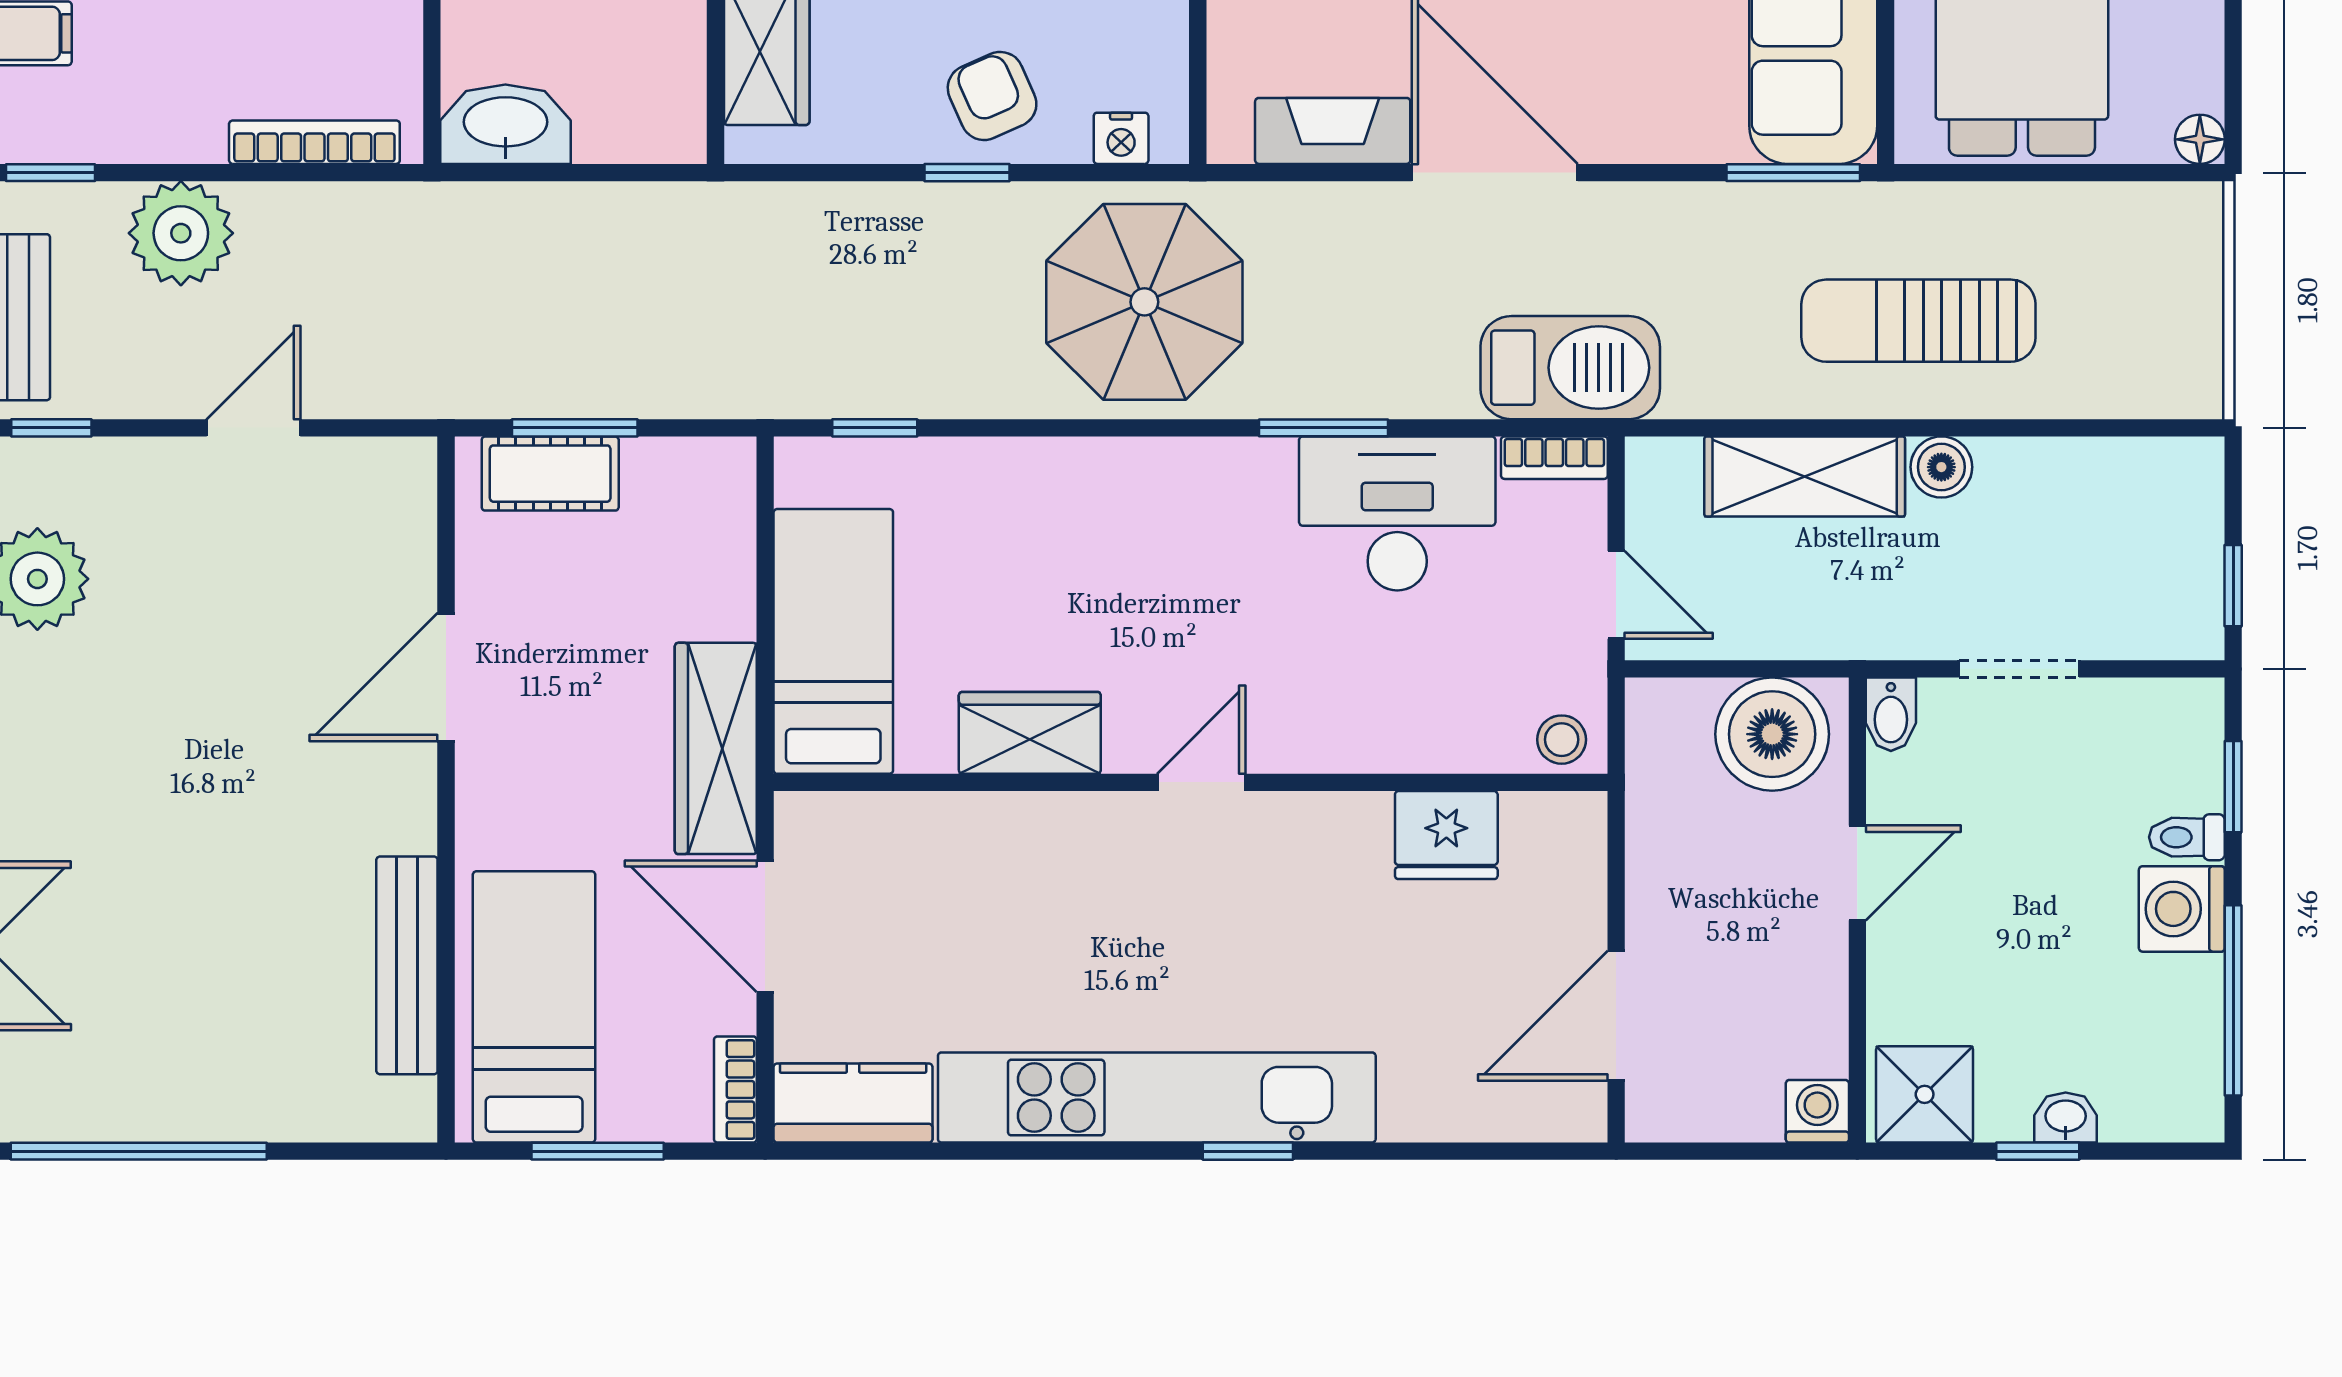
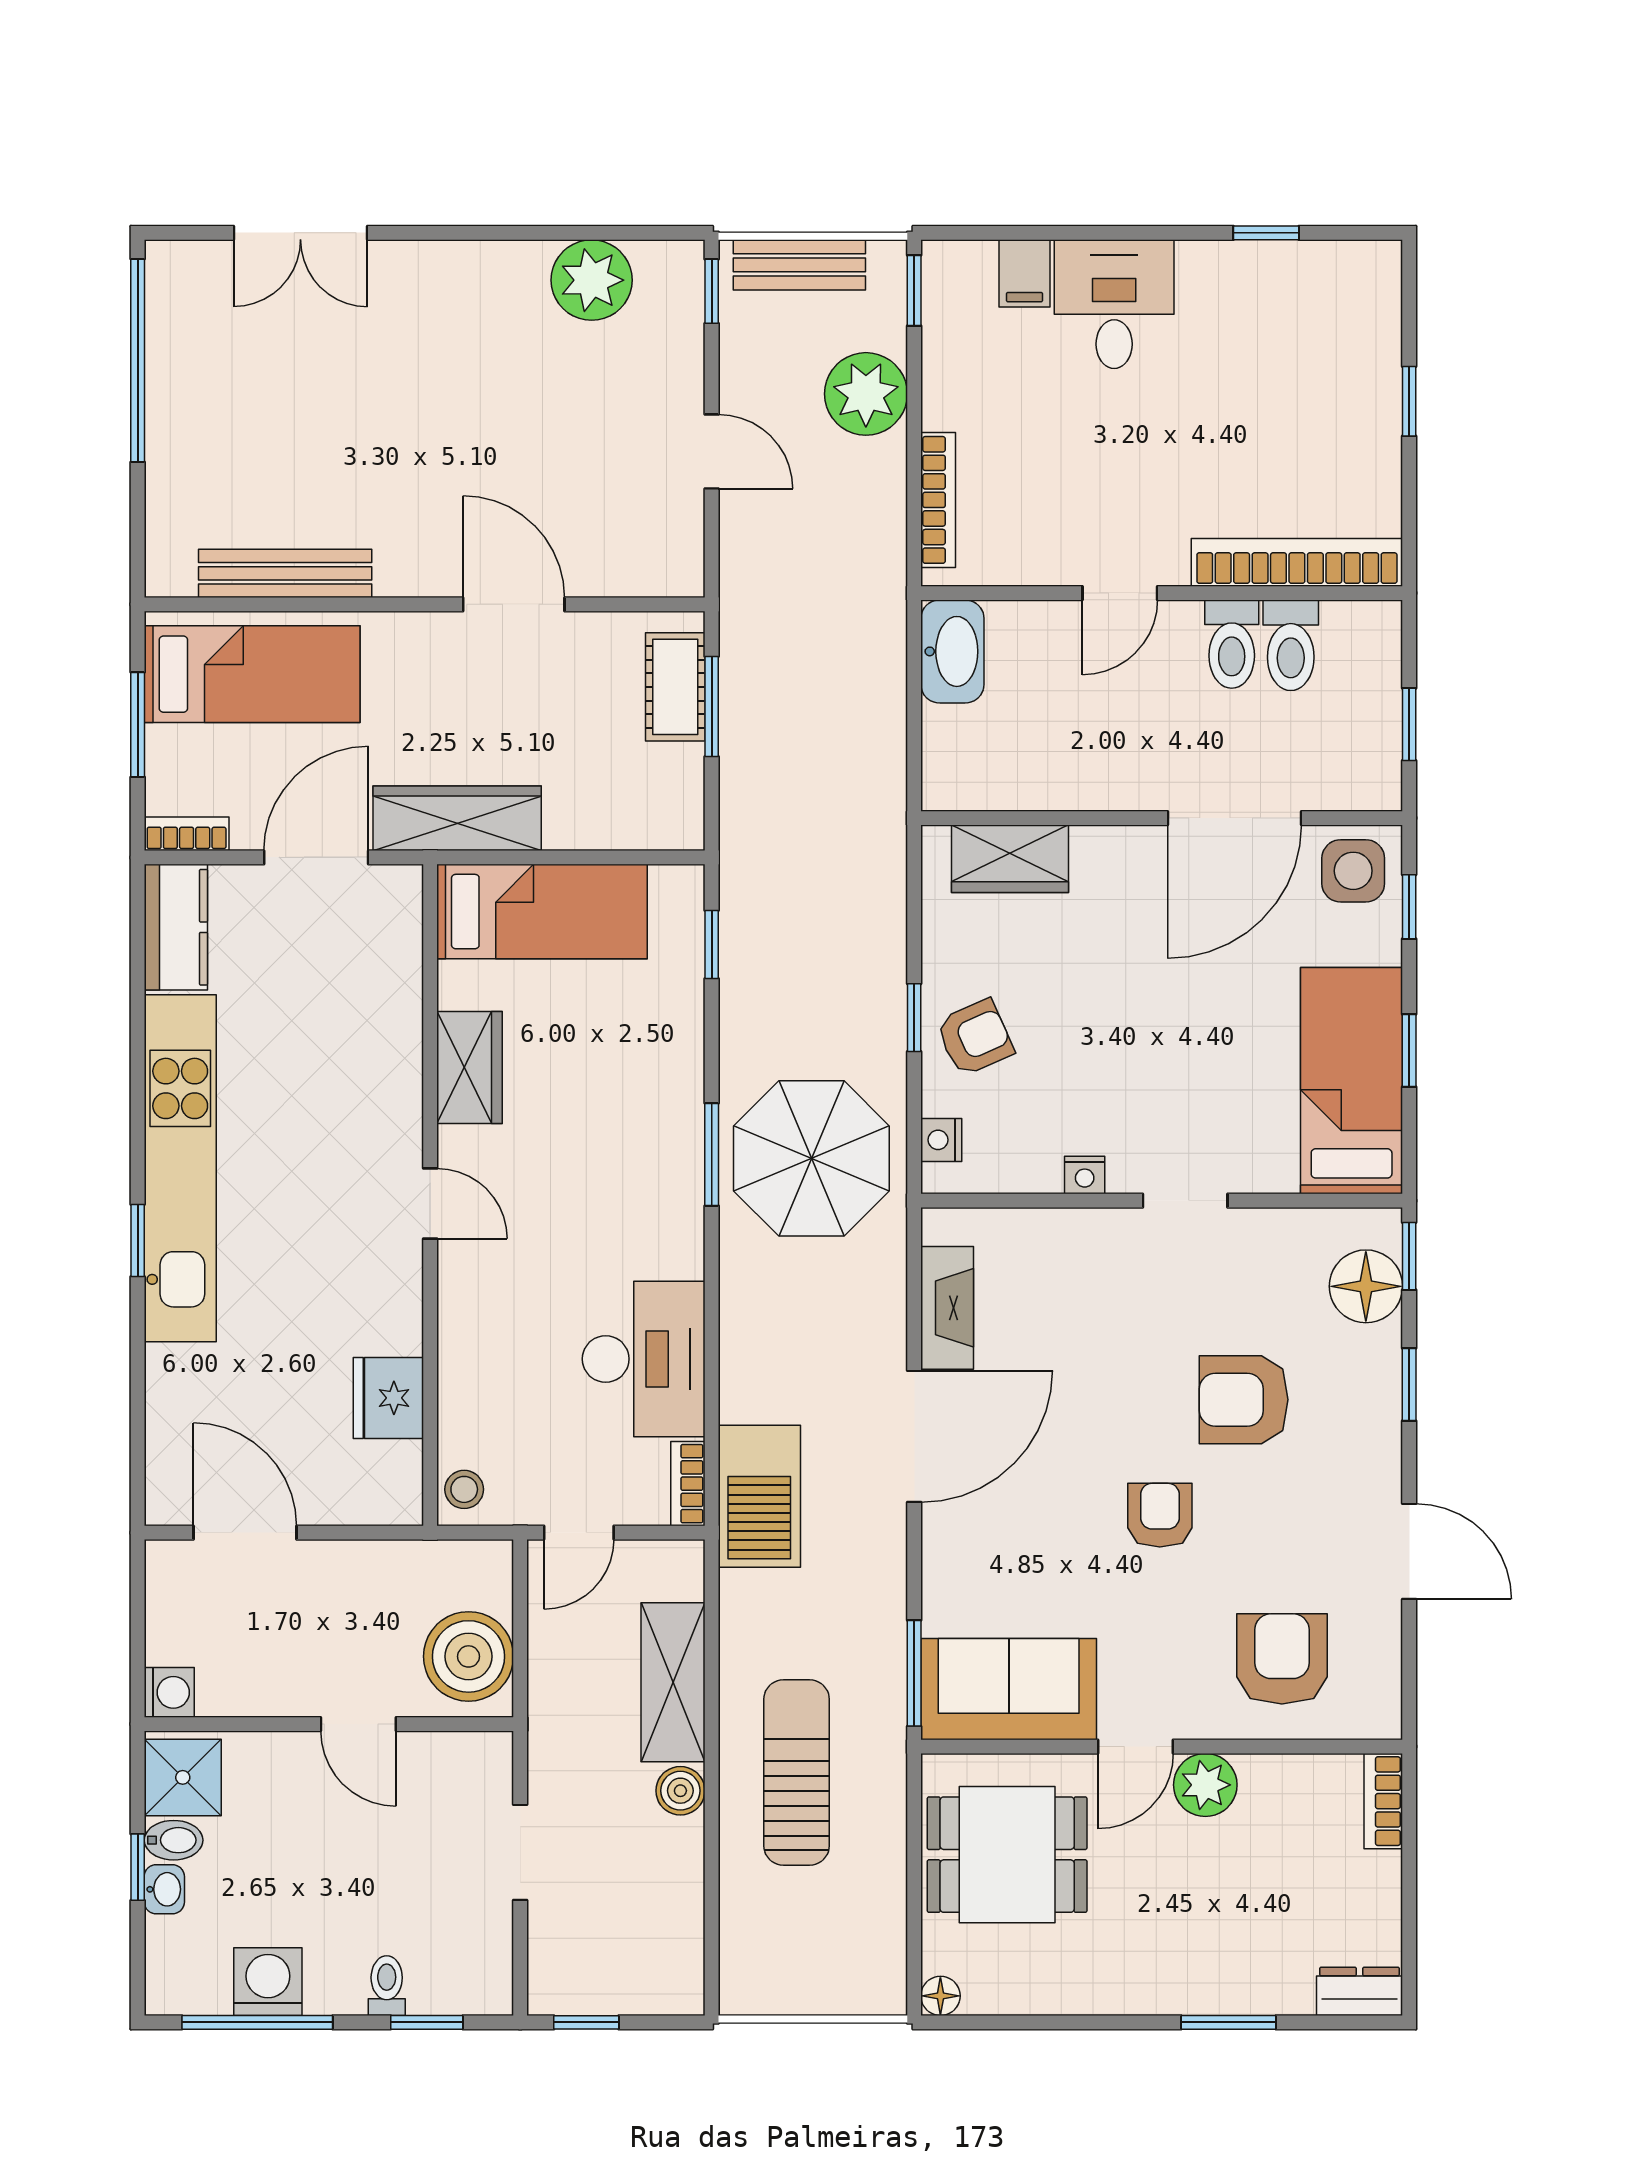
window: (1324, 428) -> (712, 1155), moved
bidet: (1891, 714) -> (174, 1840), moved, turned 180
washing machine: (2182, 909) -> (268, 1982), moved

